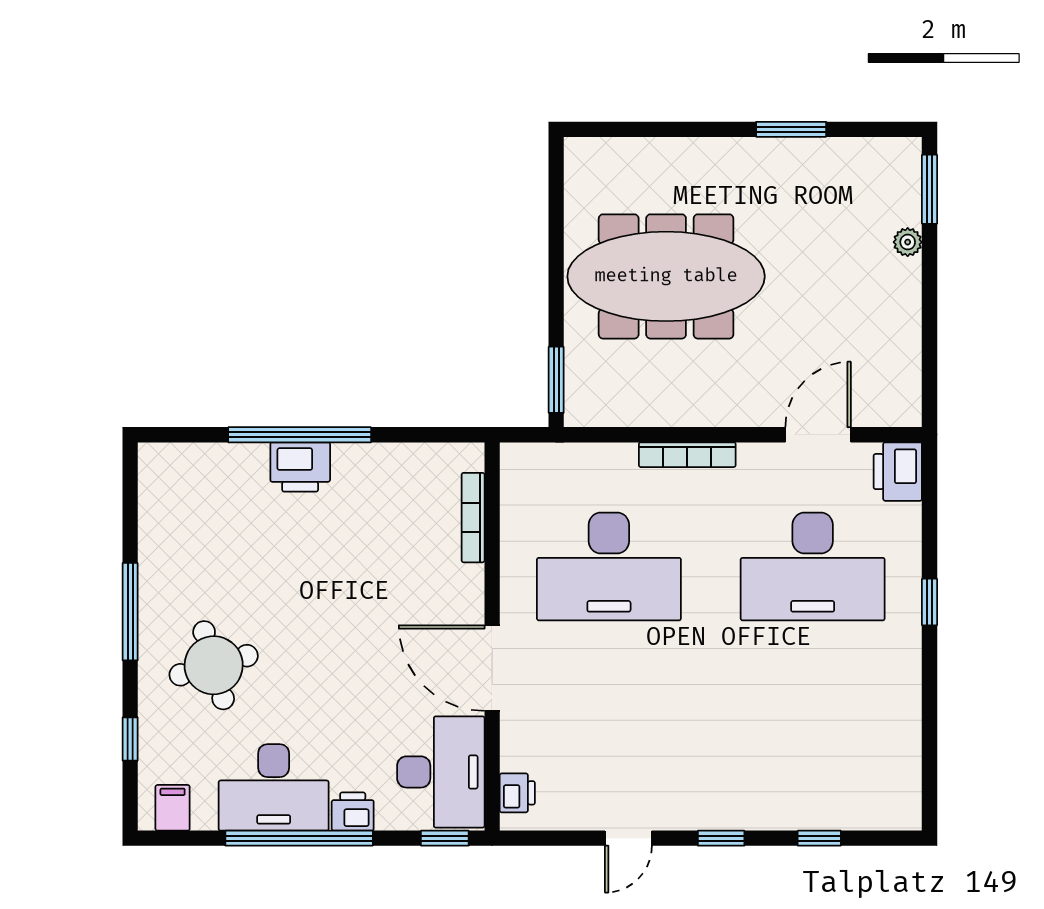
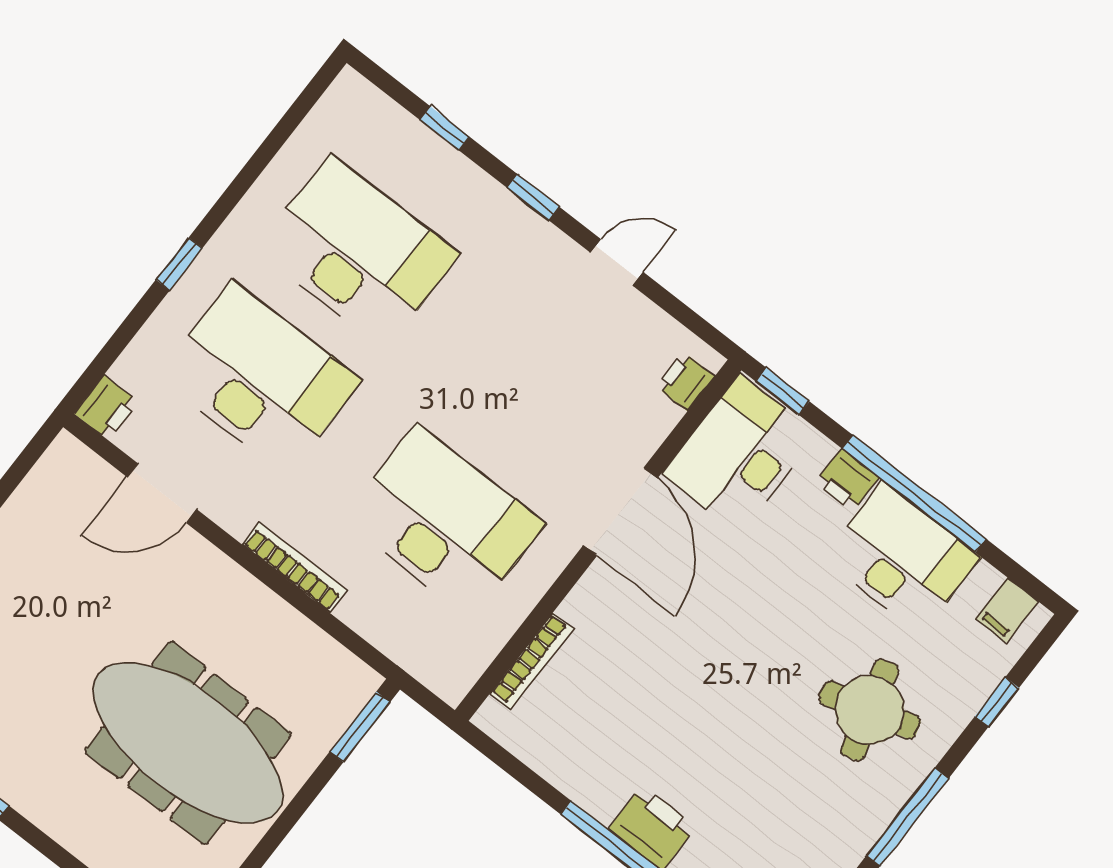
printer: (898, 472) -> (106, 408), width x0.73, depth x0.81
desk: (813, 706) -> (358, 252), added

